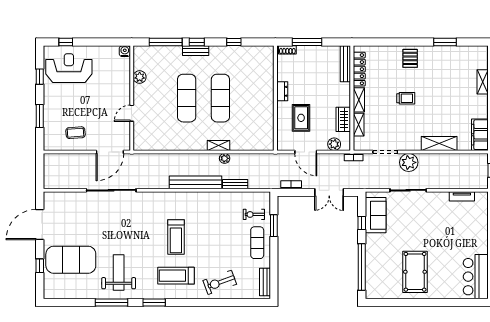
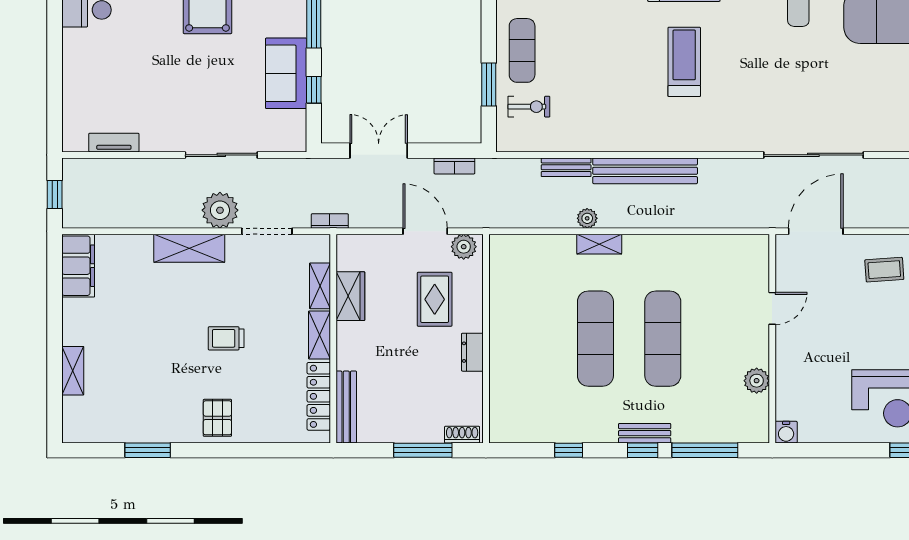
shelving: (439, 143) -> (189, 248), moved
plant: (334, 144) -> (464, 247), moved
sofa: (376, 215) -> (286, 73), moved

